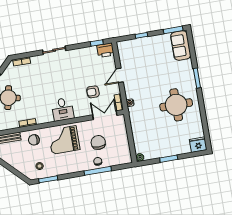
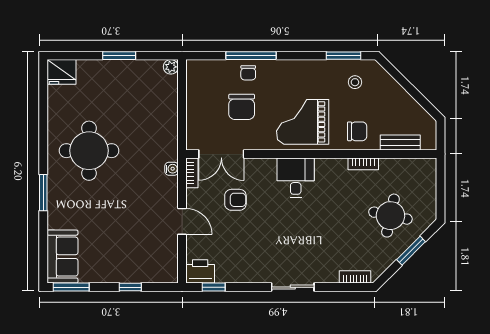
door: (120, 75) -> (182, 221), hinge flipped
grand piano: (64, 140) -> (303, 122), turned 180

